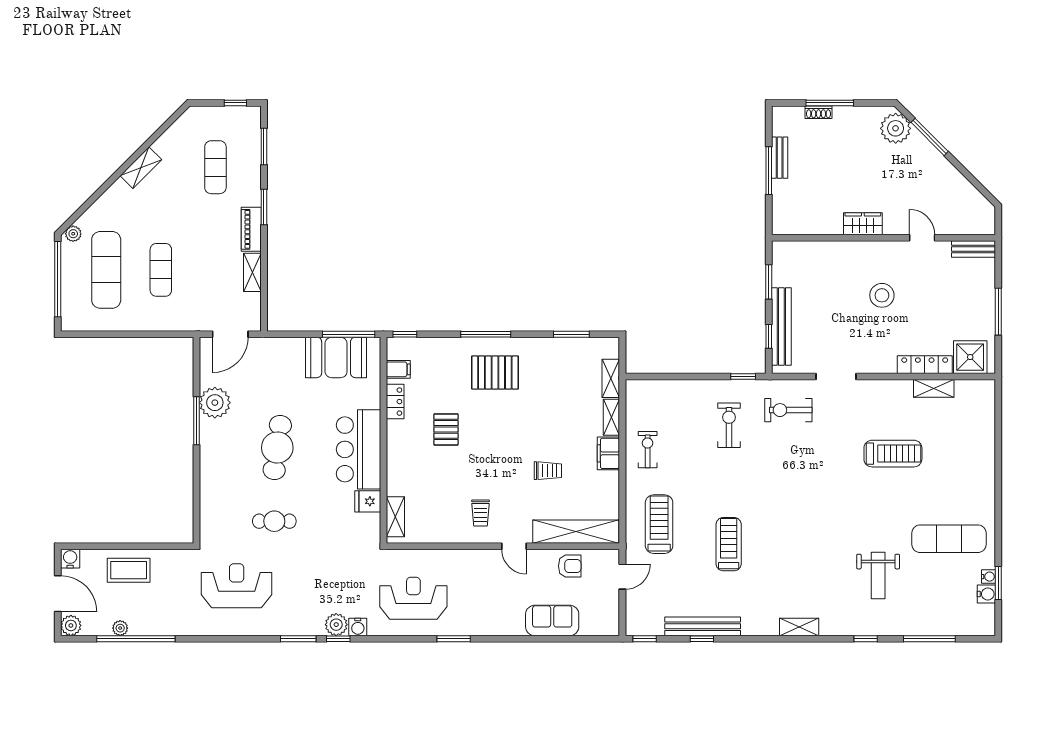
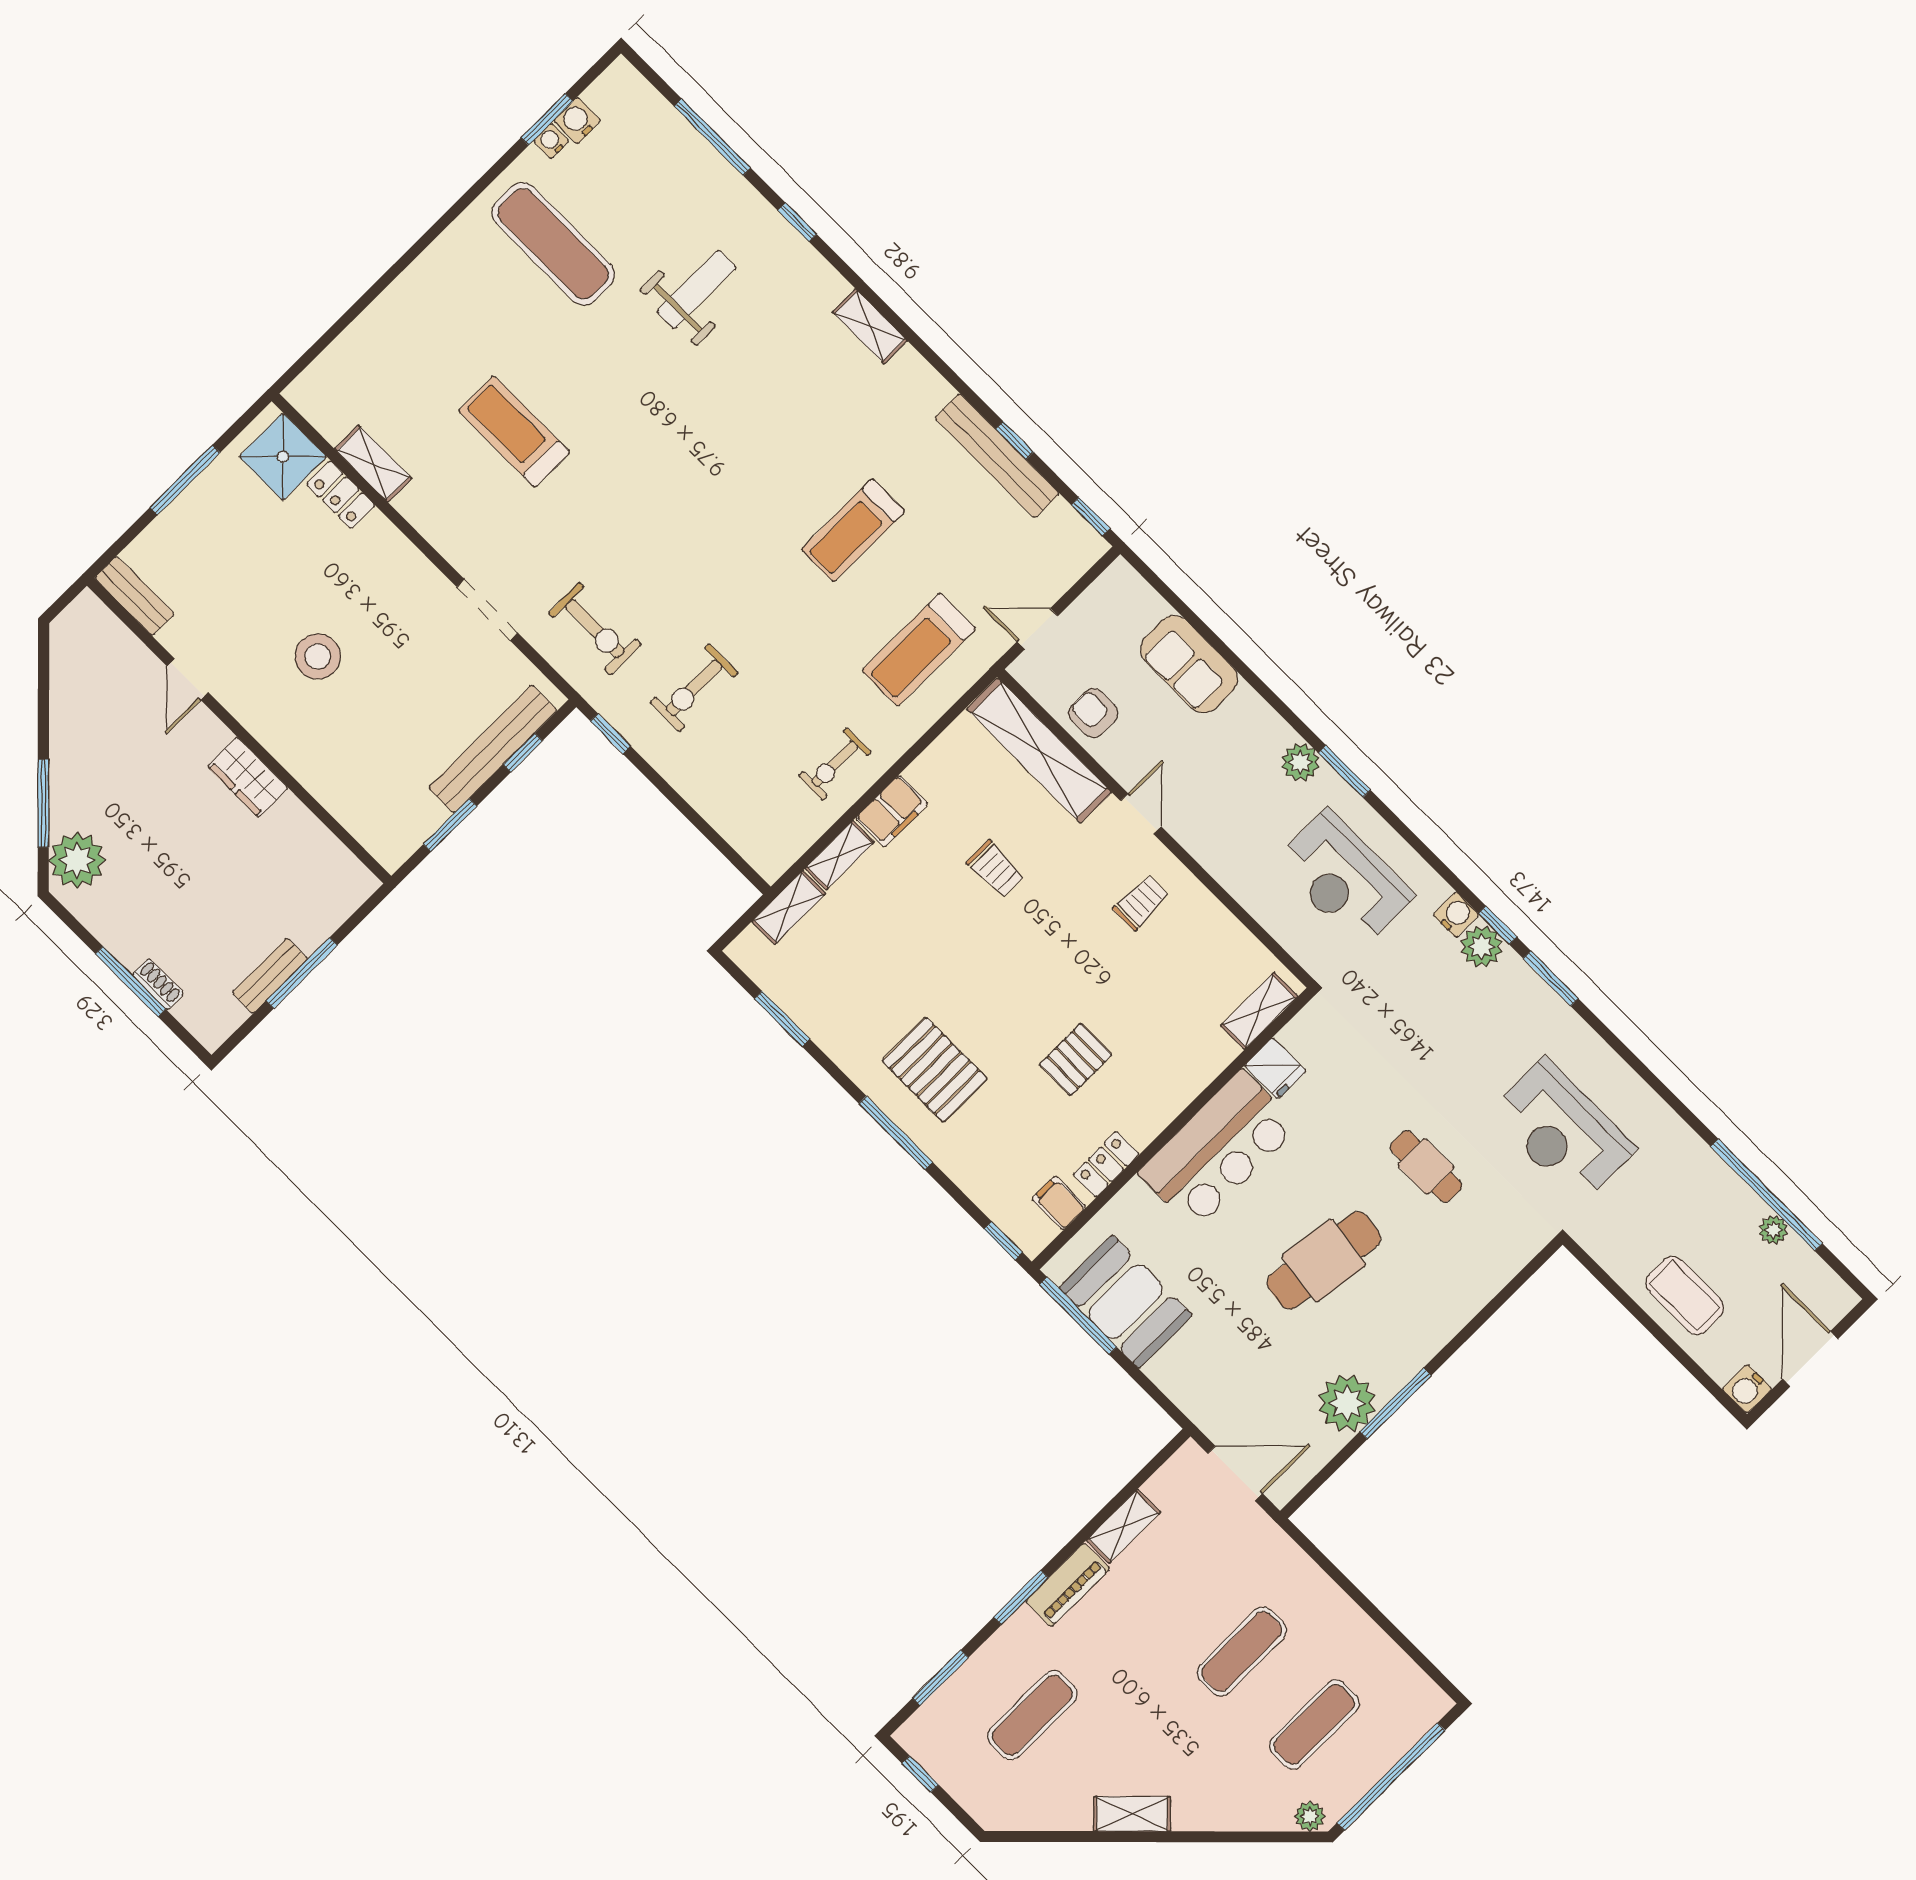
exercise mat: (106, 270) -> (1314, 1724), width x0.73, depth x0.69
locker: (925, 365) -> (341, 495), width x0.66
trolley: (548, 471) -> (995, 869), turned 180
plant: (71, 625) -> (1300, 762), moved

